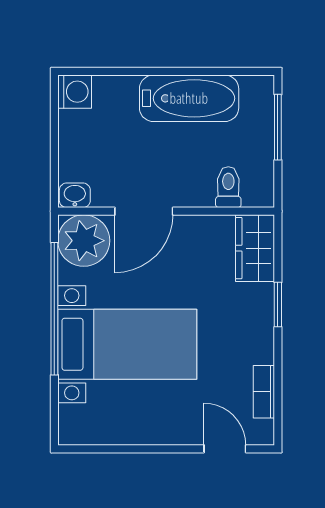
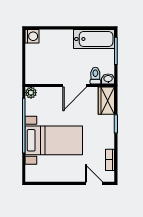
bathtub: (189, 98) -> (94, 39), moved
washbasin: (75, 195) -> (108, 79), moved
door: (144, 211) -> (75, 85), moved
plant: (84, 241) -> (31, 93), width x0.53, depth x0.53

